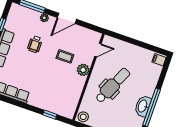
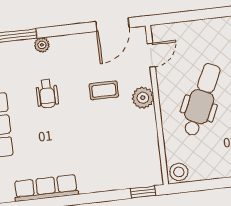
door: (67, 18) -> (112, 25), moved
window: (50, 115) -> (143, 192), moved

